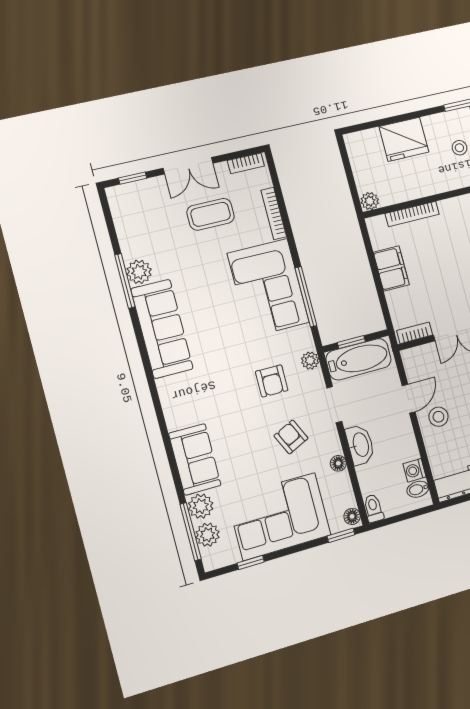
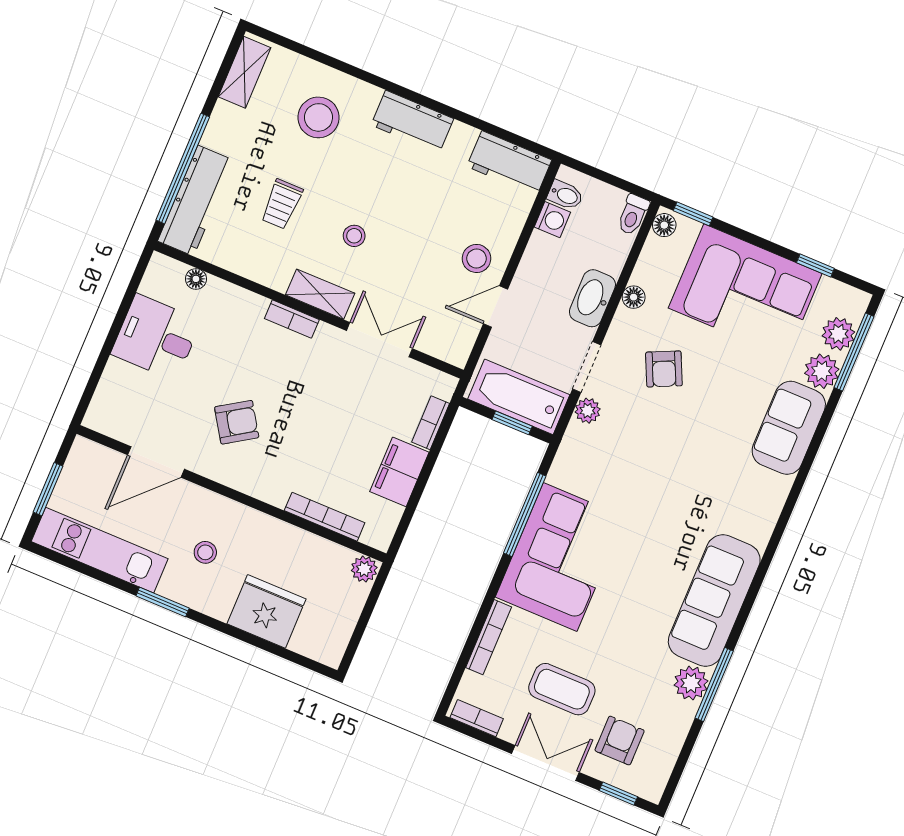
bookcase: (415, 333) -> (431, 423), moved, turned 90
plant: (310, 361) -> (588, 411), moved
armchair: (272, 381) -> (620, 741), moved

